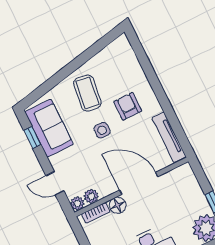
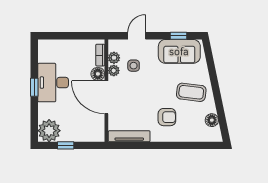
floor lamp: (107, 55) -> (212, 120), added
side table: (102, 130) -> (134, 66), moved
door: (139, 183) -> (106, 97), swing flipped
plant: (77, 204) -> (114, 71), moved

